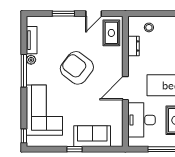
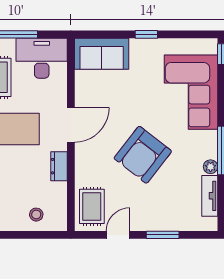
dresser: (134, 46) -> (59, 166), moved
armchair: (77, 68) -> (143, 155), turned 90
desk: (142, 120) -> (42, 58), moved, turned -90
sofa: (92, 136) -> (102, 54), moved

